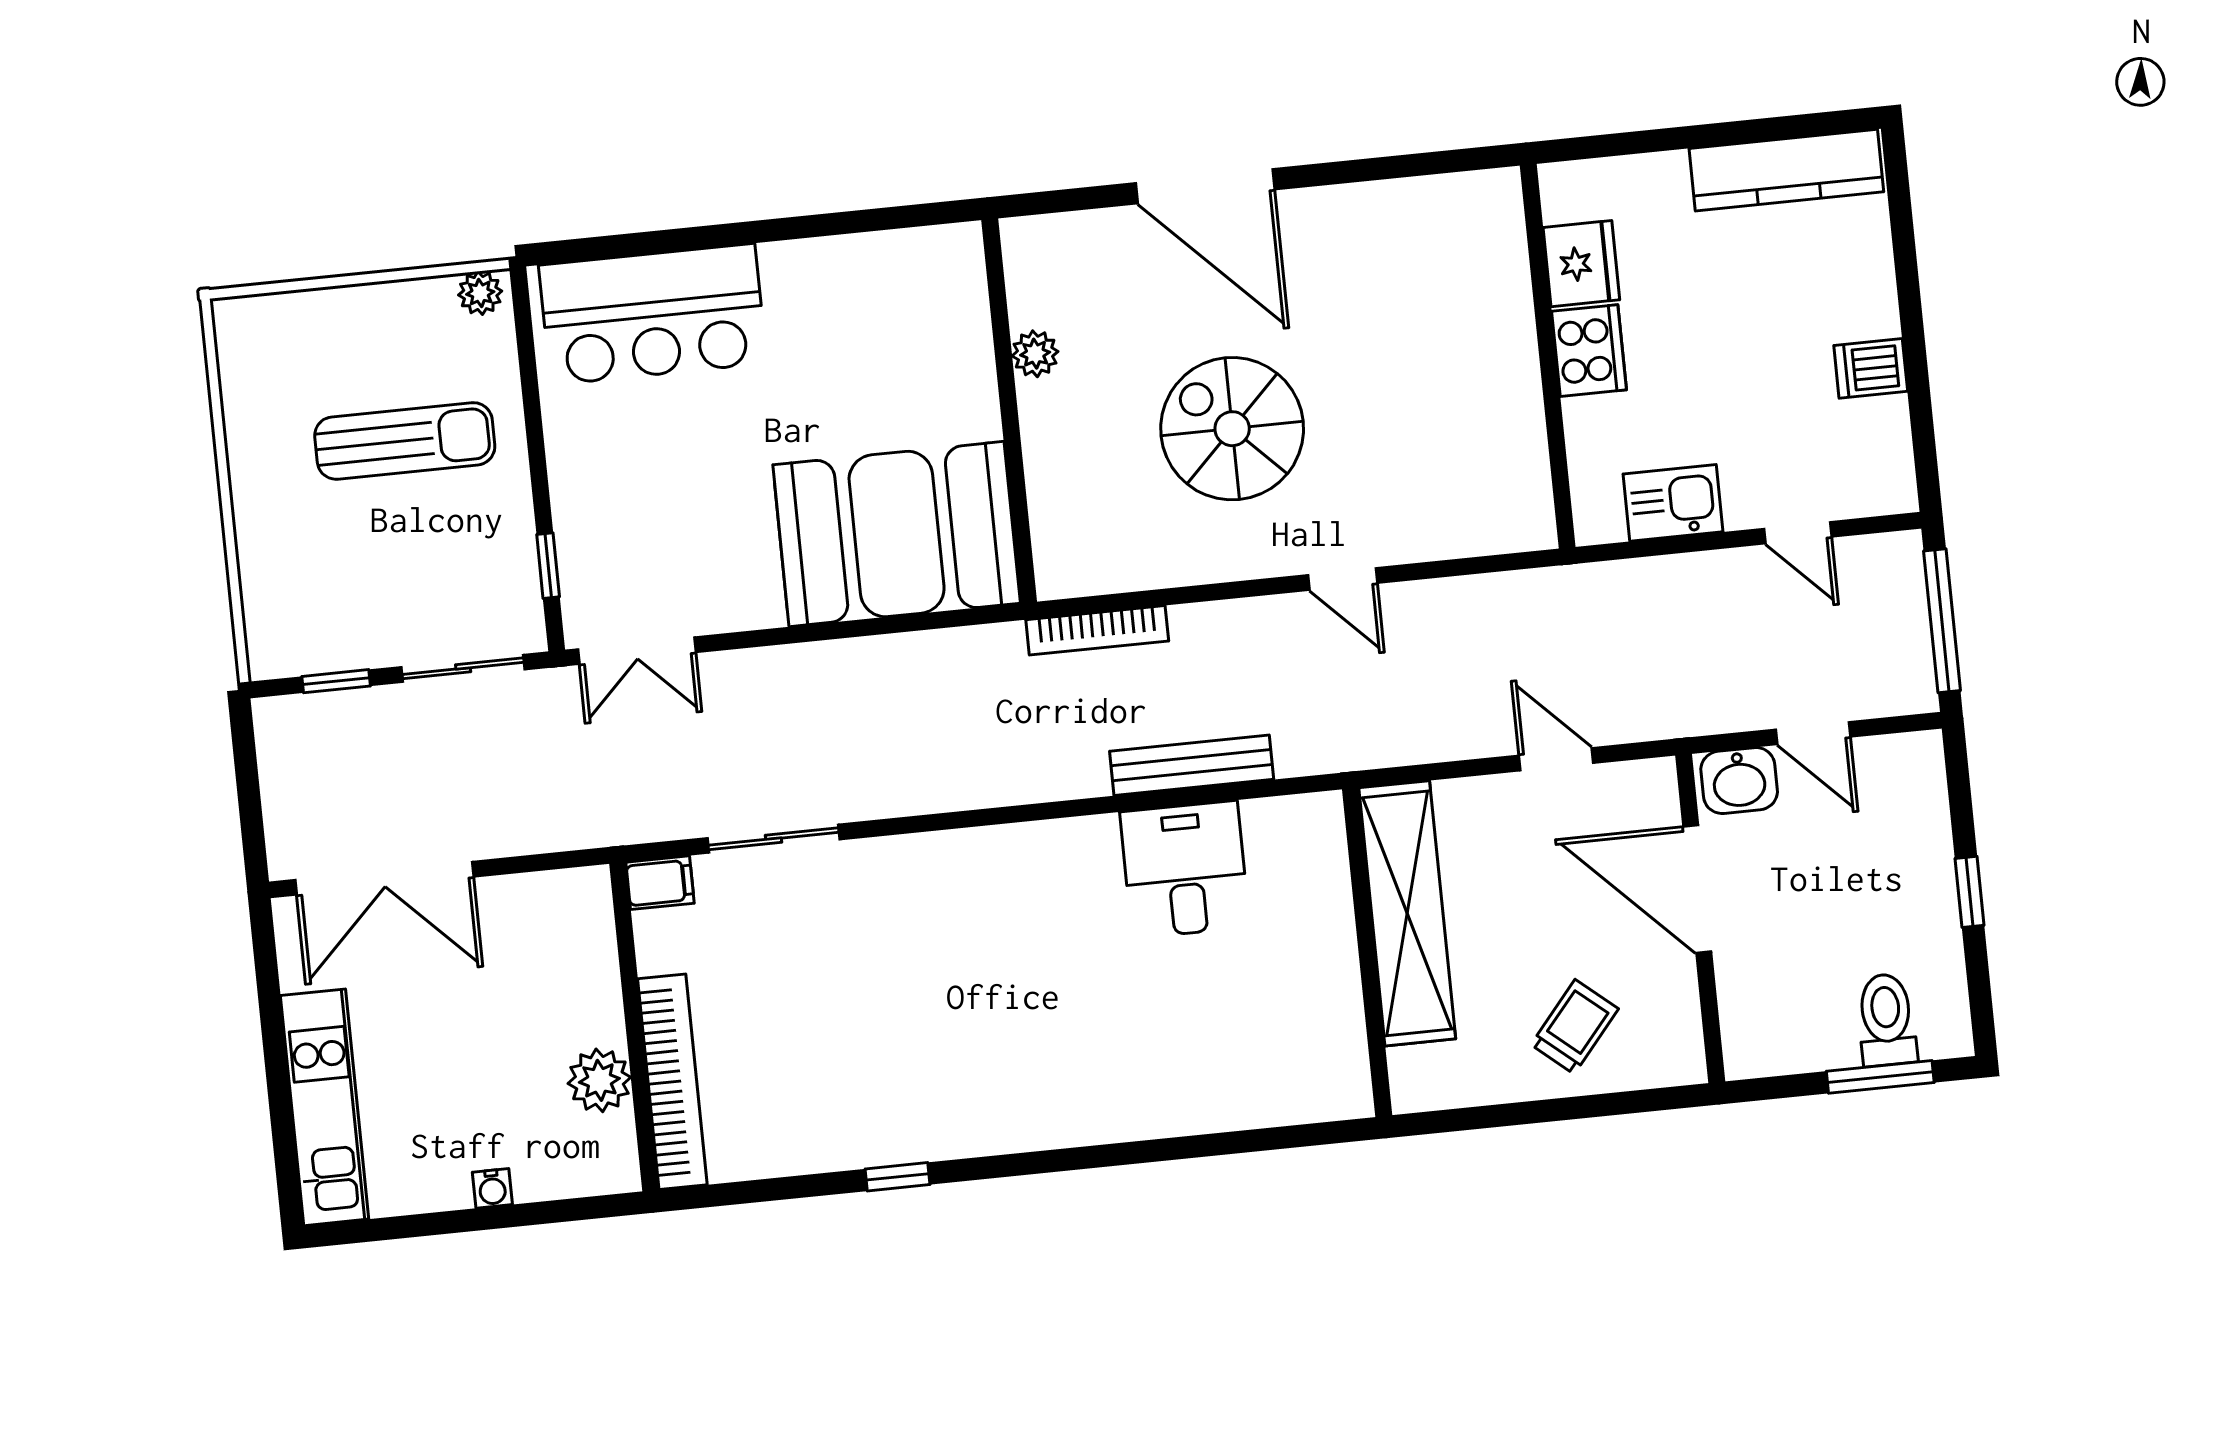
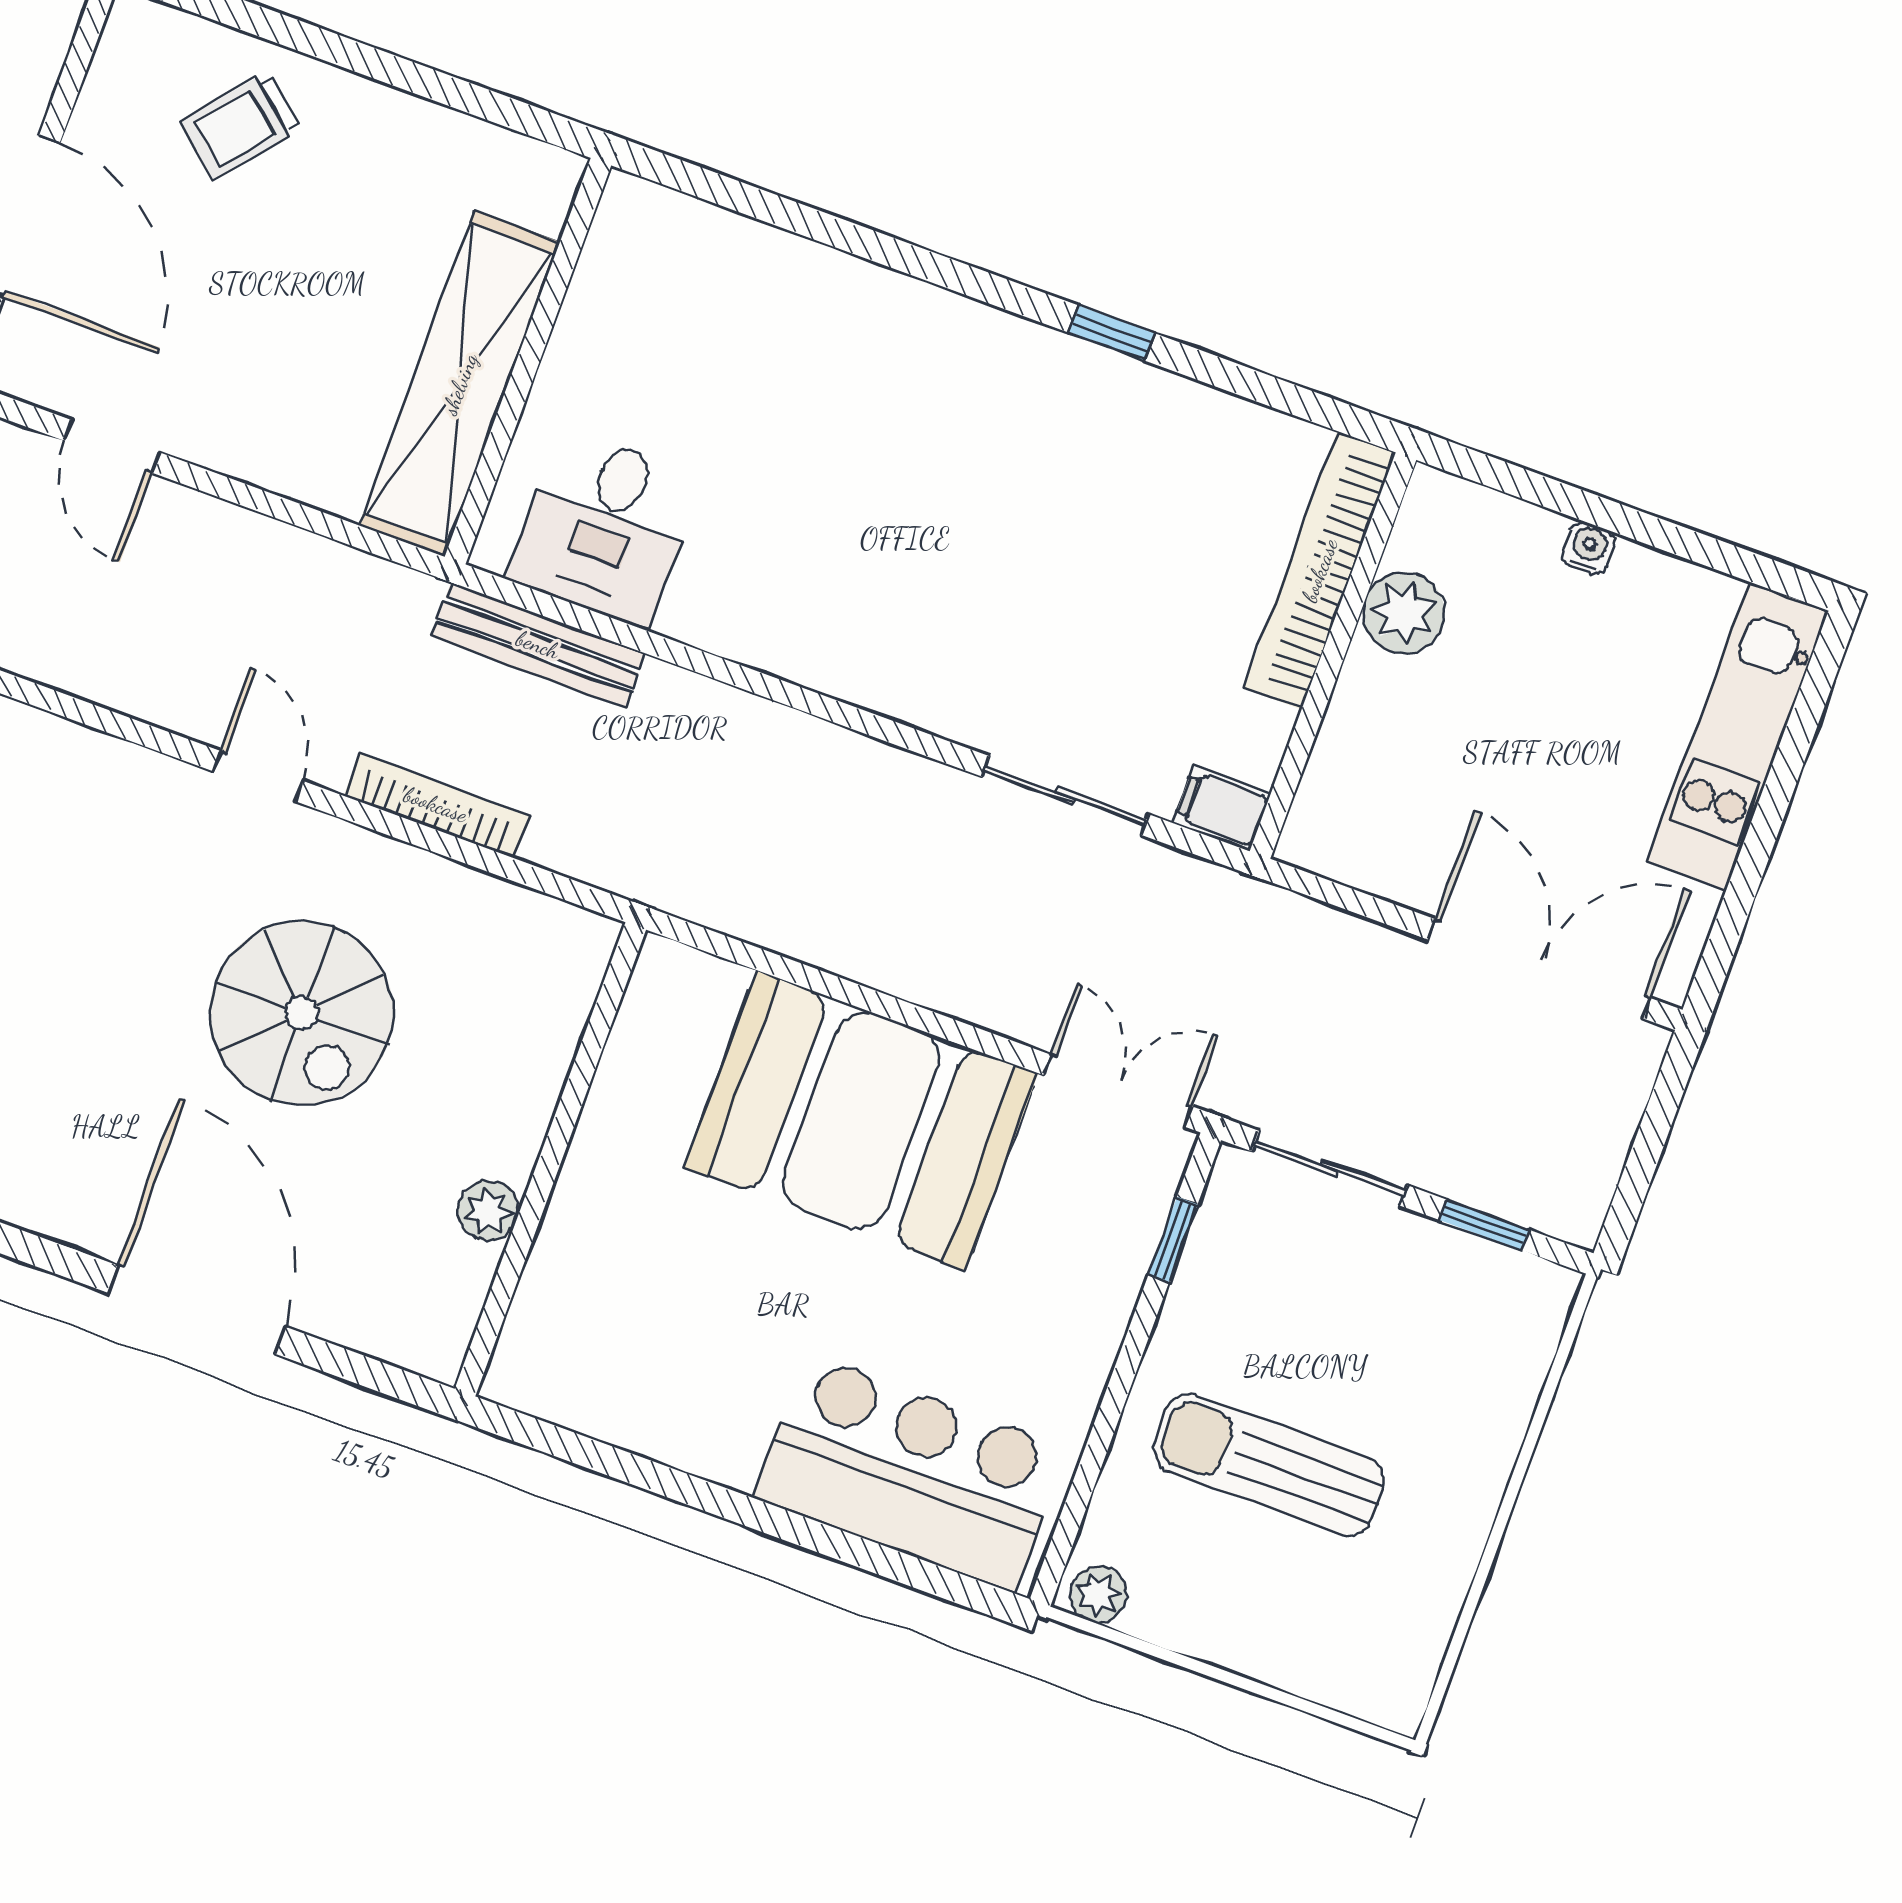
booth: (897, 534) -> (861, 1120), moved
bookcase: (1097, 630) -> (436, 805), moved
shelving: (1407, 913) -> (460, 384), moved
wall: (1367, 952) -> (528, 361), moved

